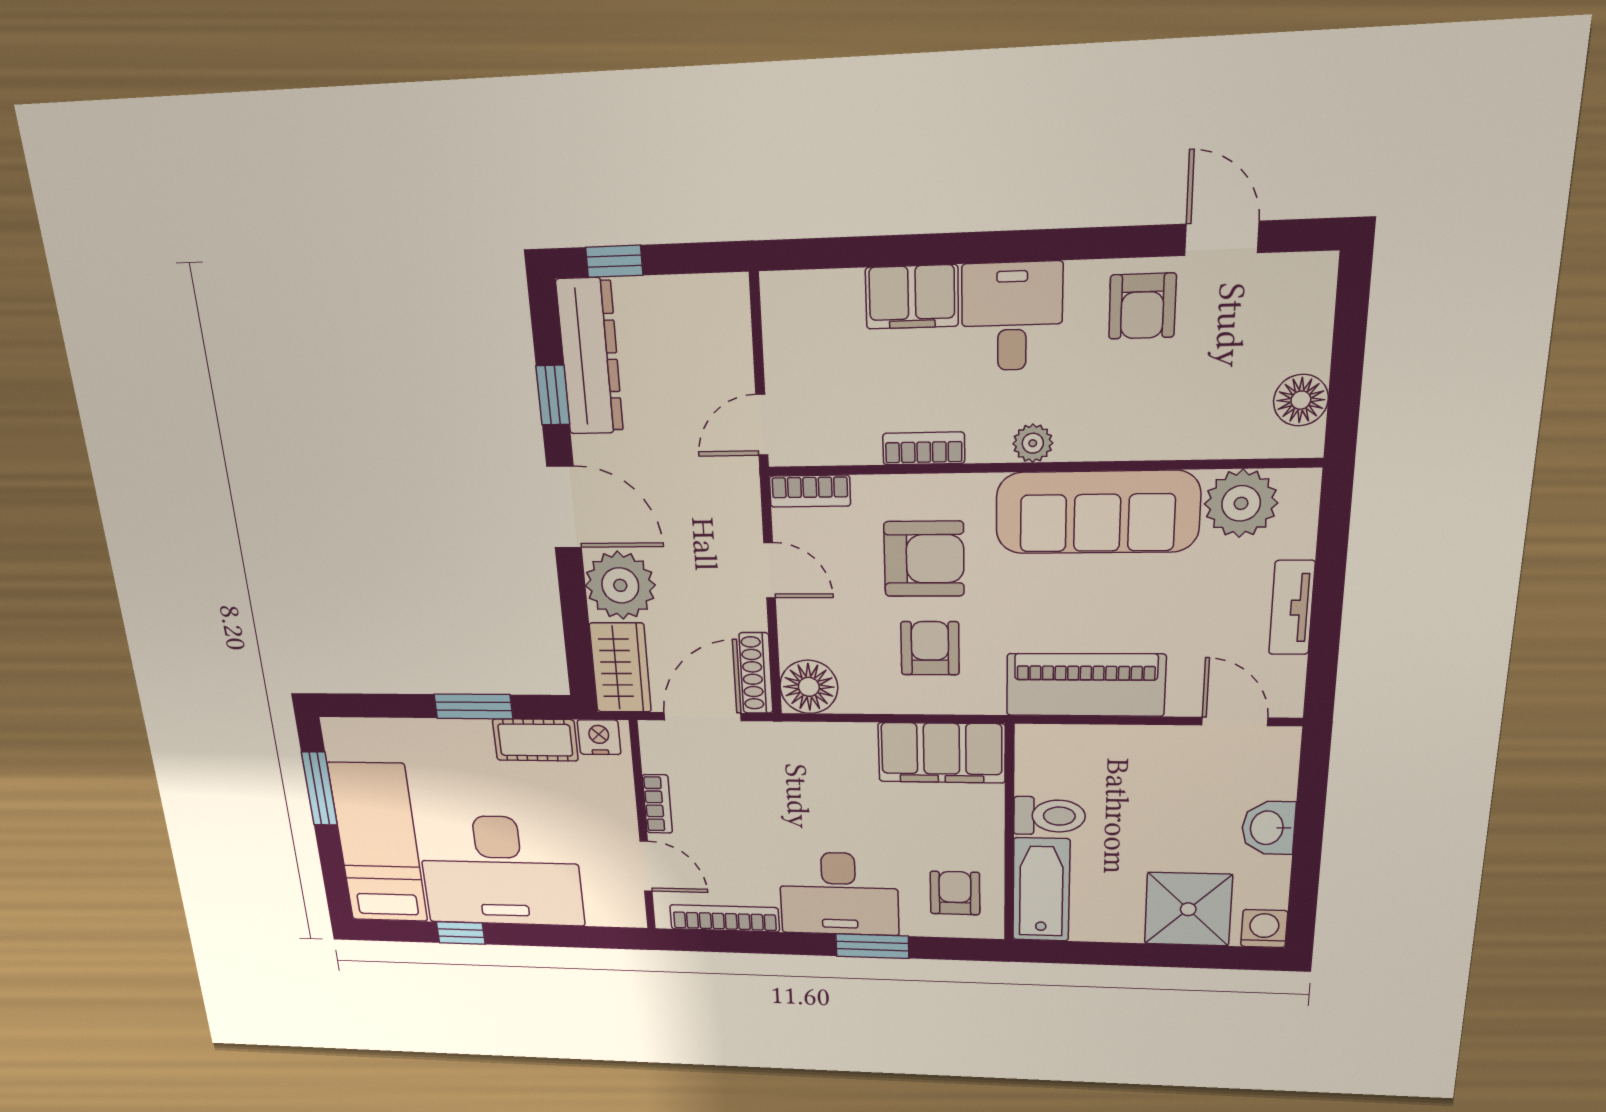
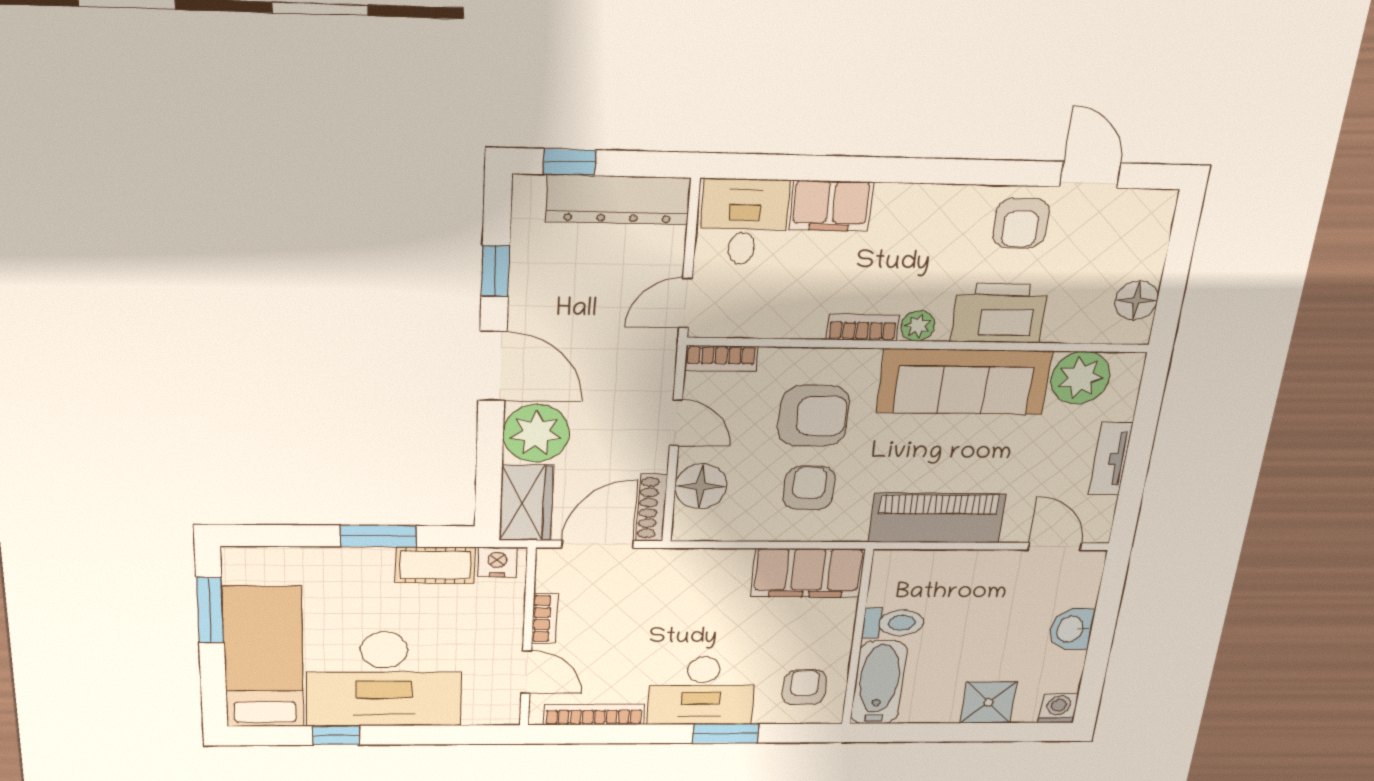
desk: (1012, 317) -> (744, 222), moved
dresser: (590, 357) -> (618, 200), moved, turned 90
printer: (1129, 423) -> (999, 313), added
bookcase: (924, 448) -> (863, 328), moved
floor lamp: (809, 687) -> (701, 486), moved
shower: (1188, 909) -> (989, 702), width x0.73, depth x0.73

